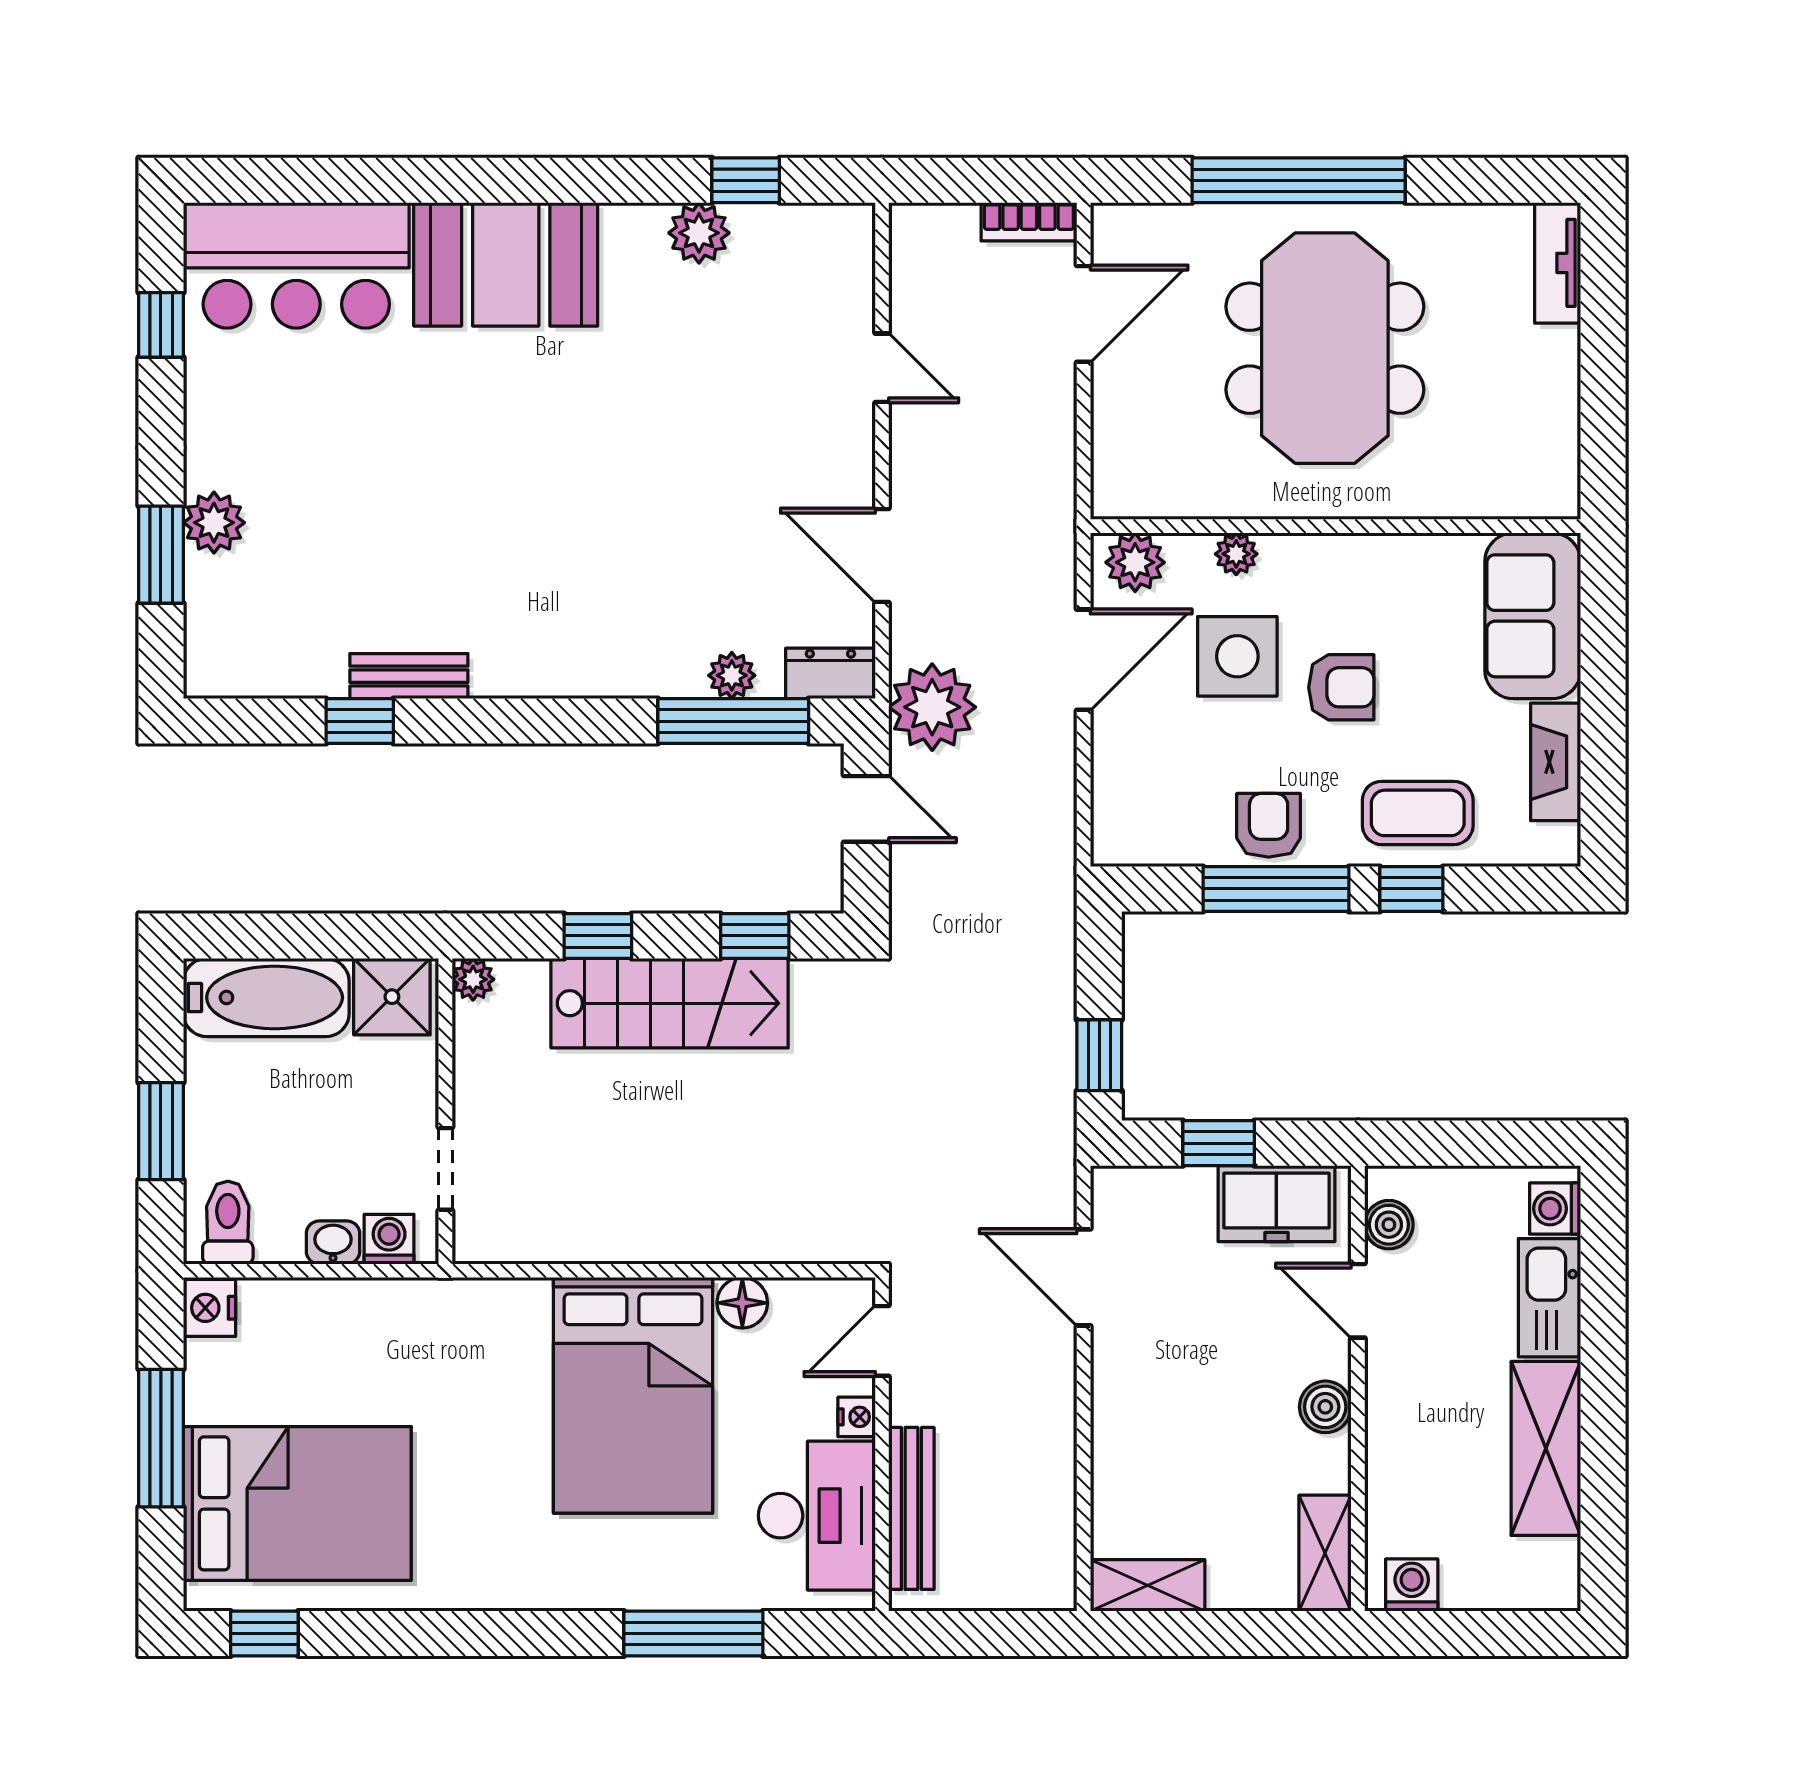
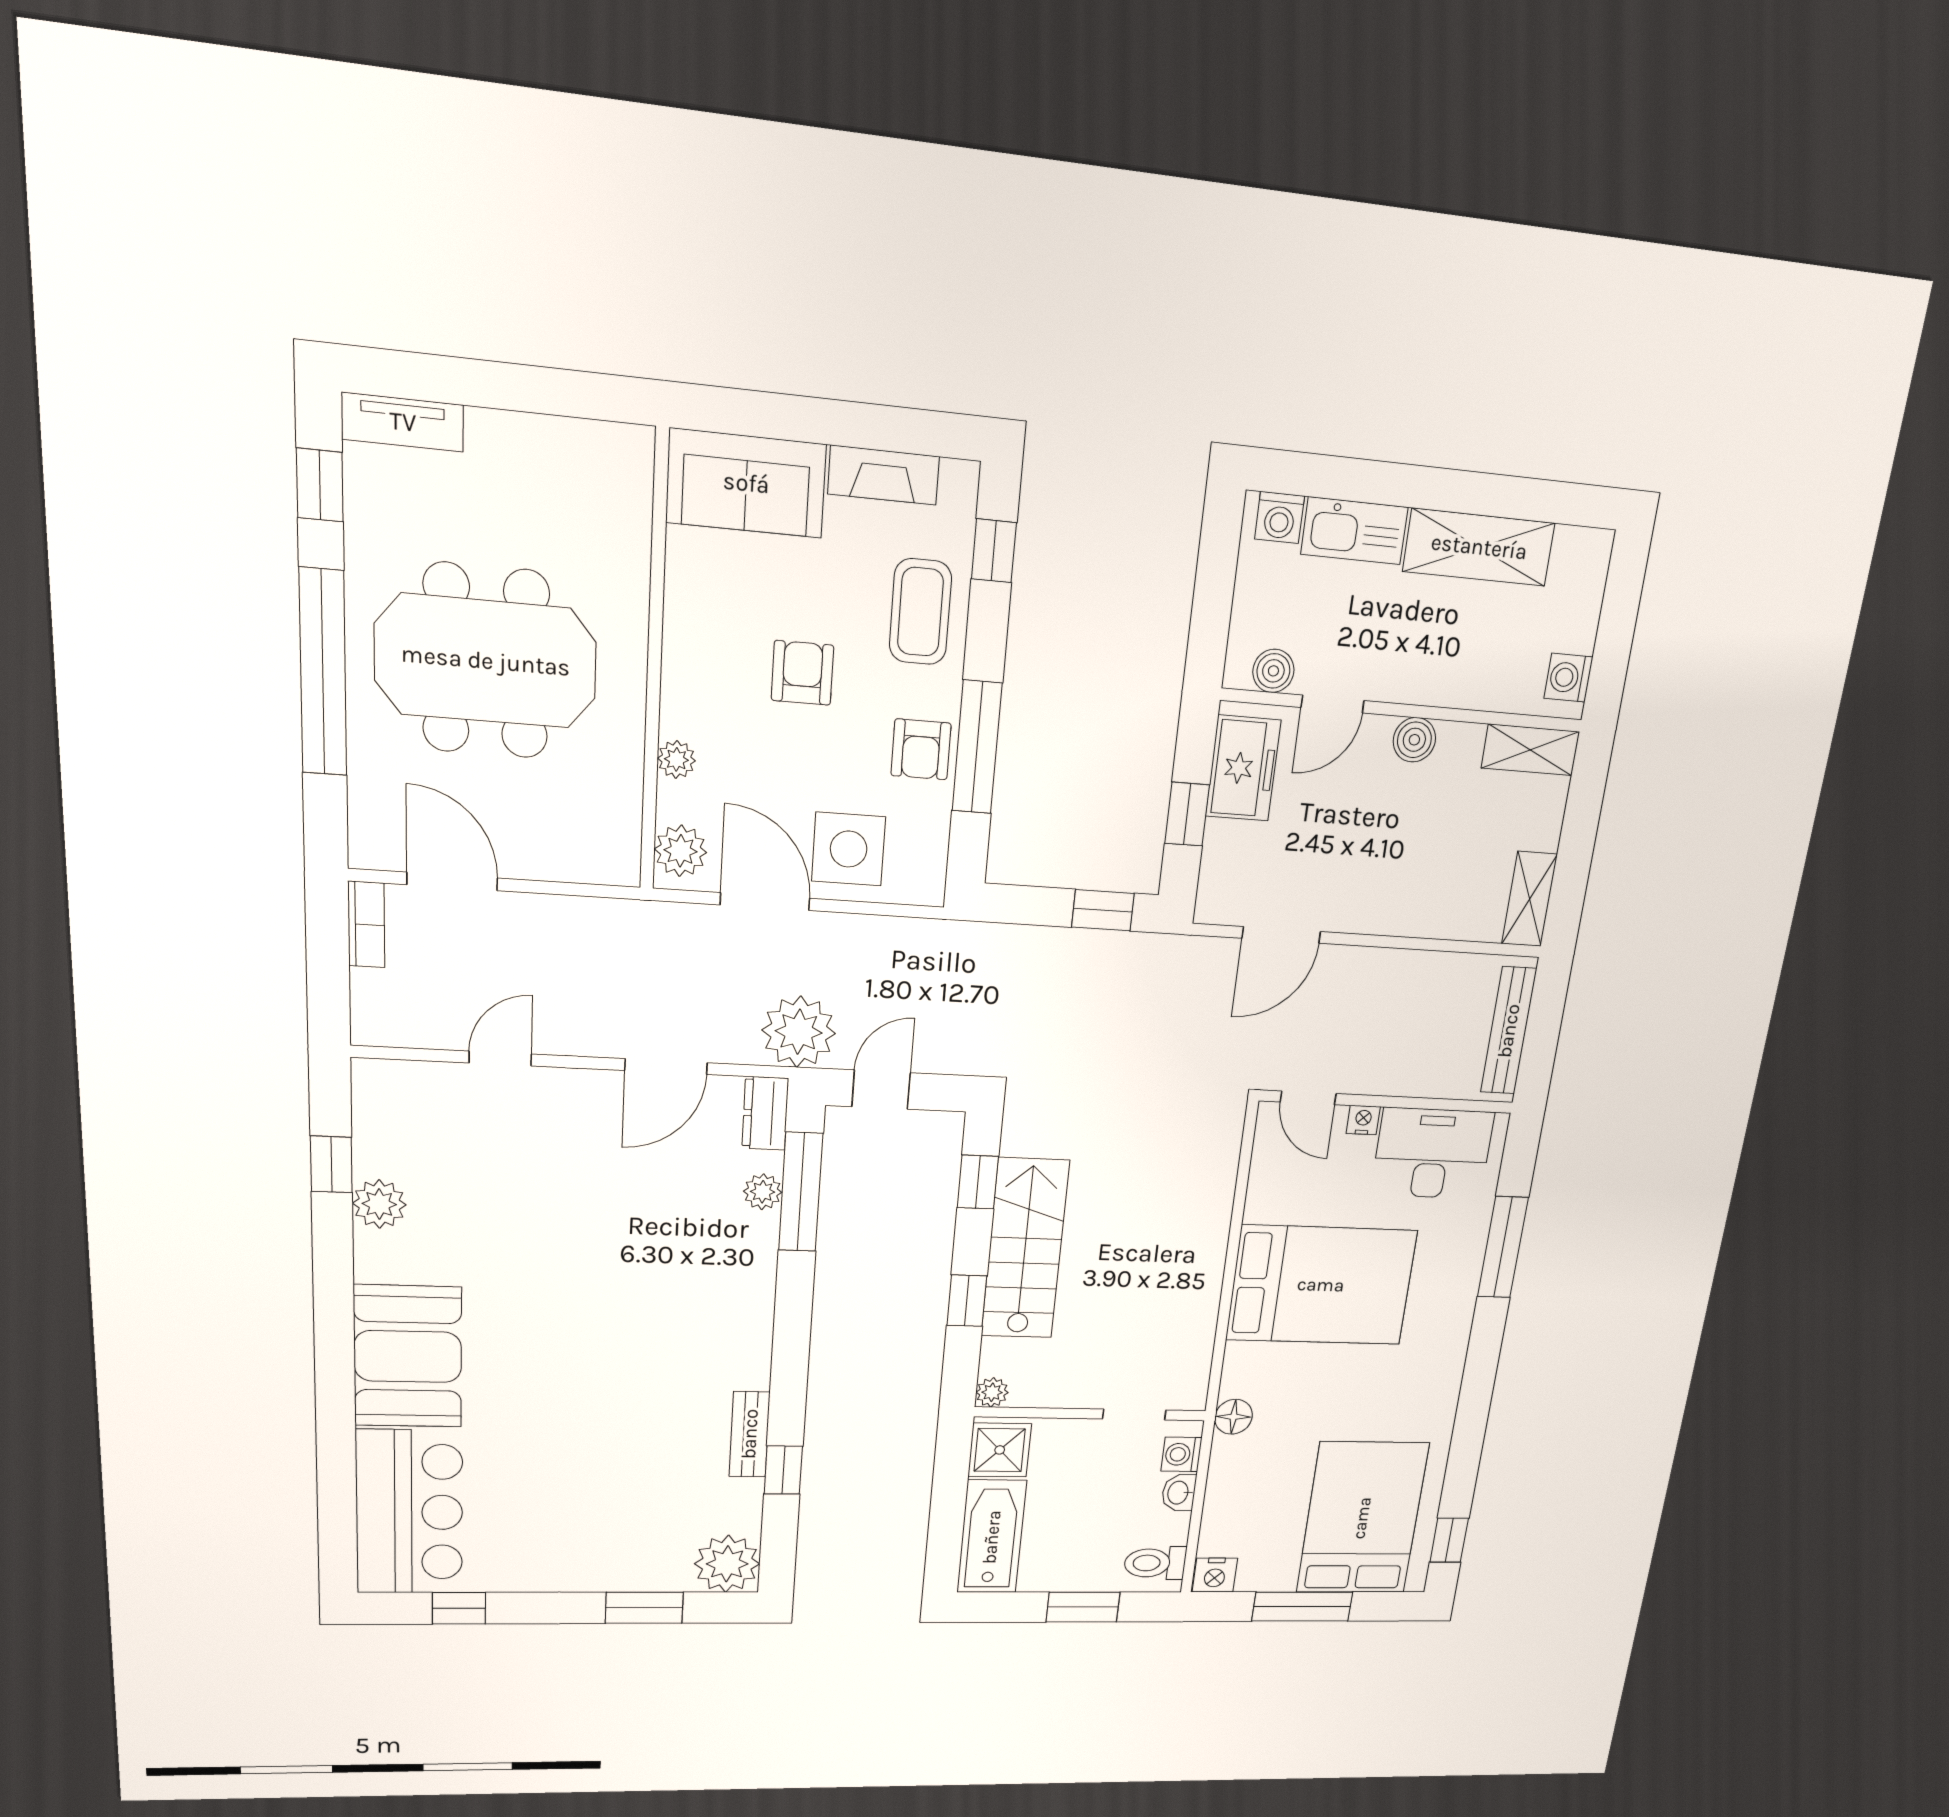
window: (1488, 180) -> (320, 485), added
plant: (214, 523) -> (727, 1564), moved, width x1.36, depth x1.36
side table: (1237, 656) -> (849, 849), moved
armchair: (1269, 825) -> (921, 749), turned -90
window: (1411, 889) -> (994, 551), moved
floor lamp: (742, 1303) -> (1234, 1417), moved
bench: (911, 1508) -> (1509, 1031), moved, turned 90

